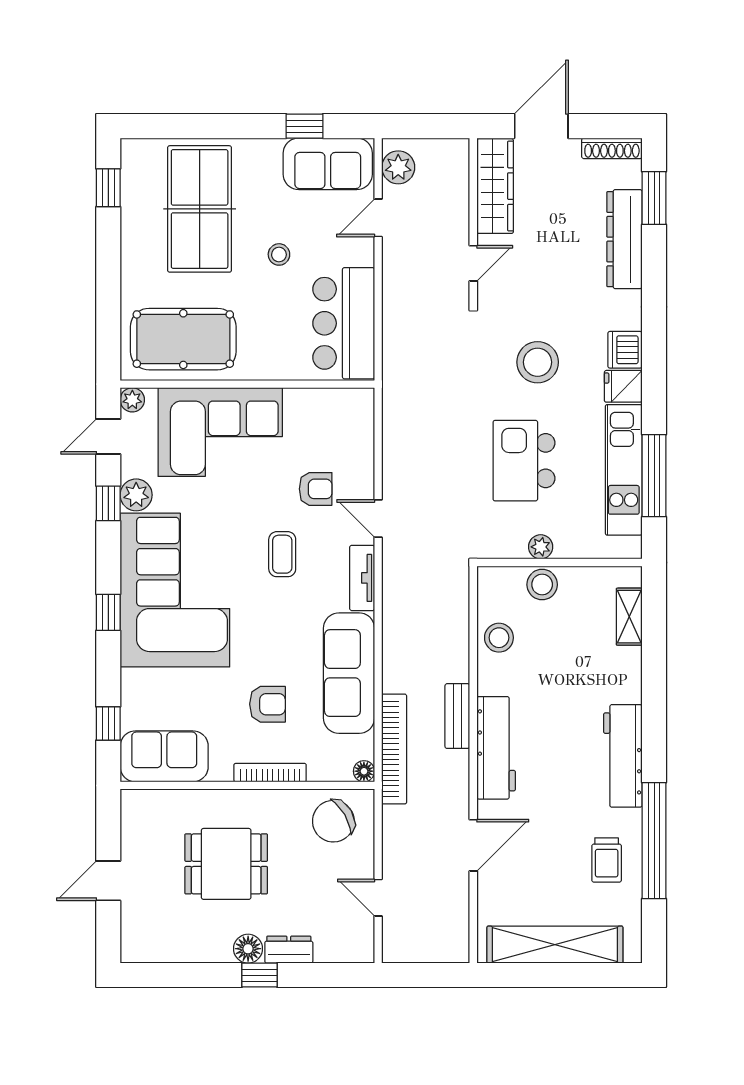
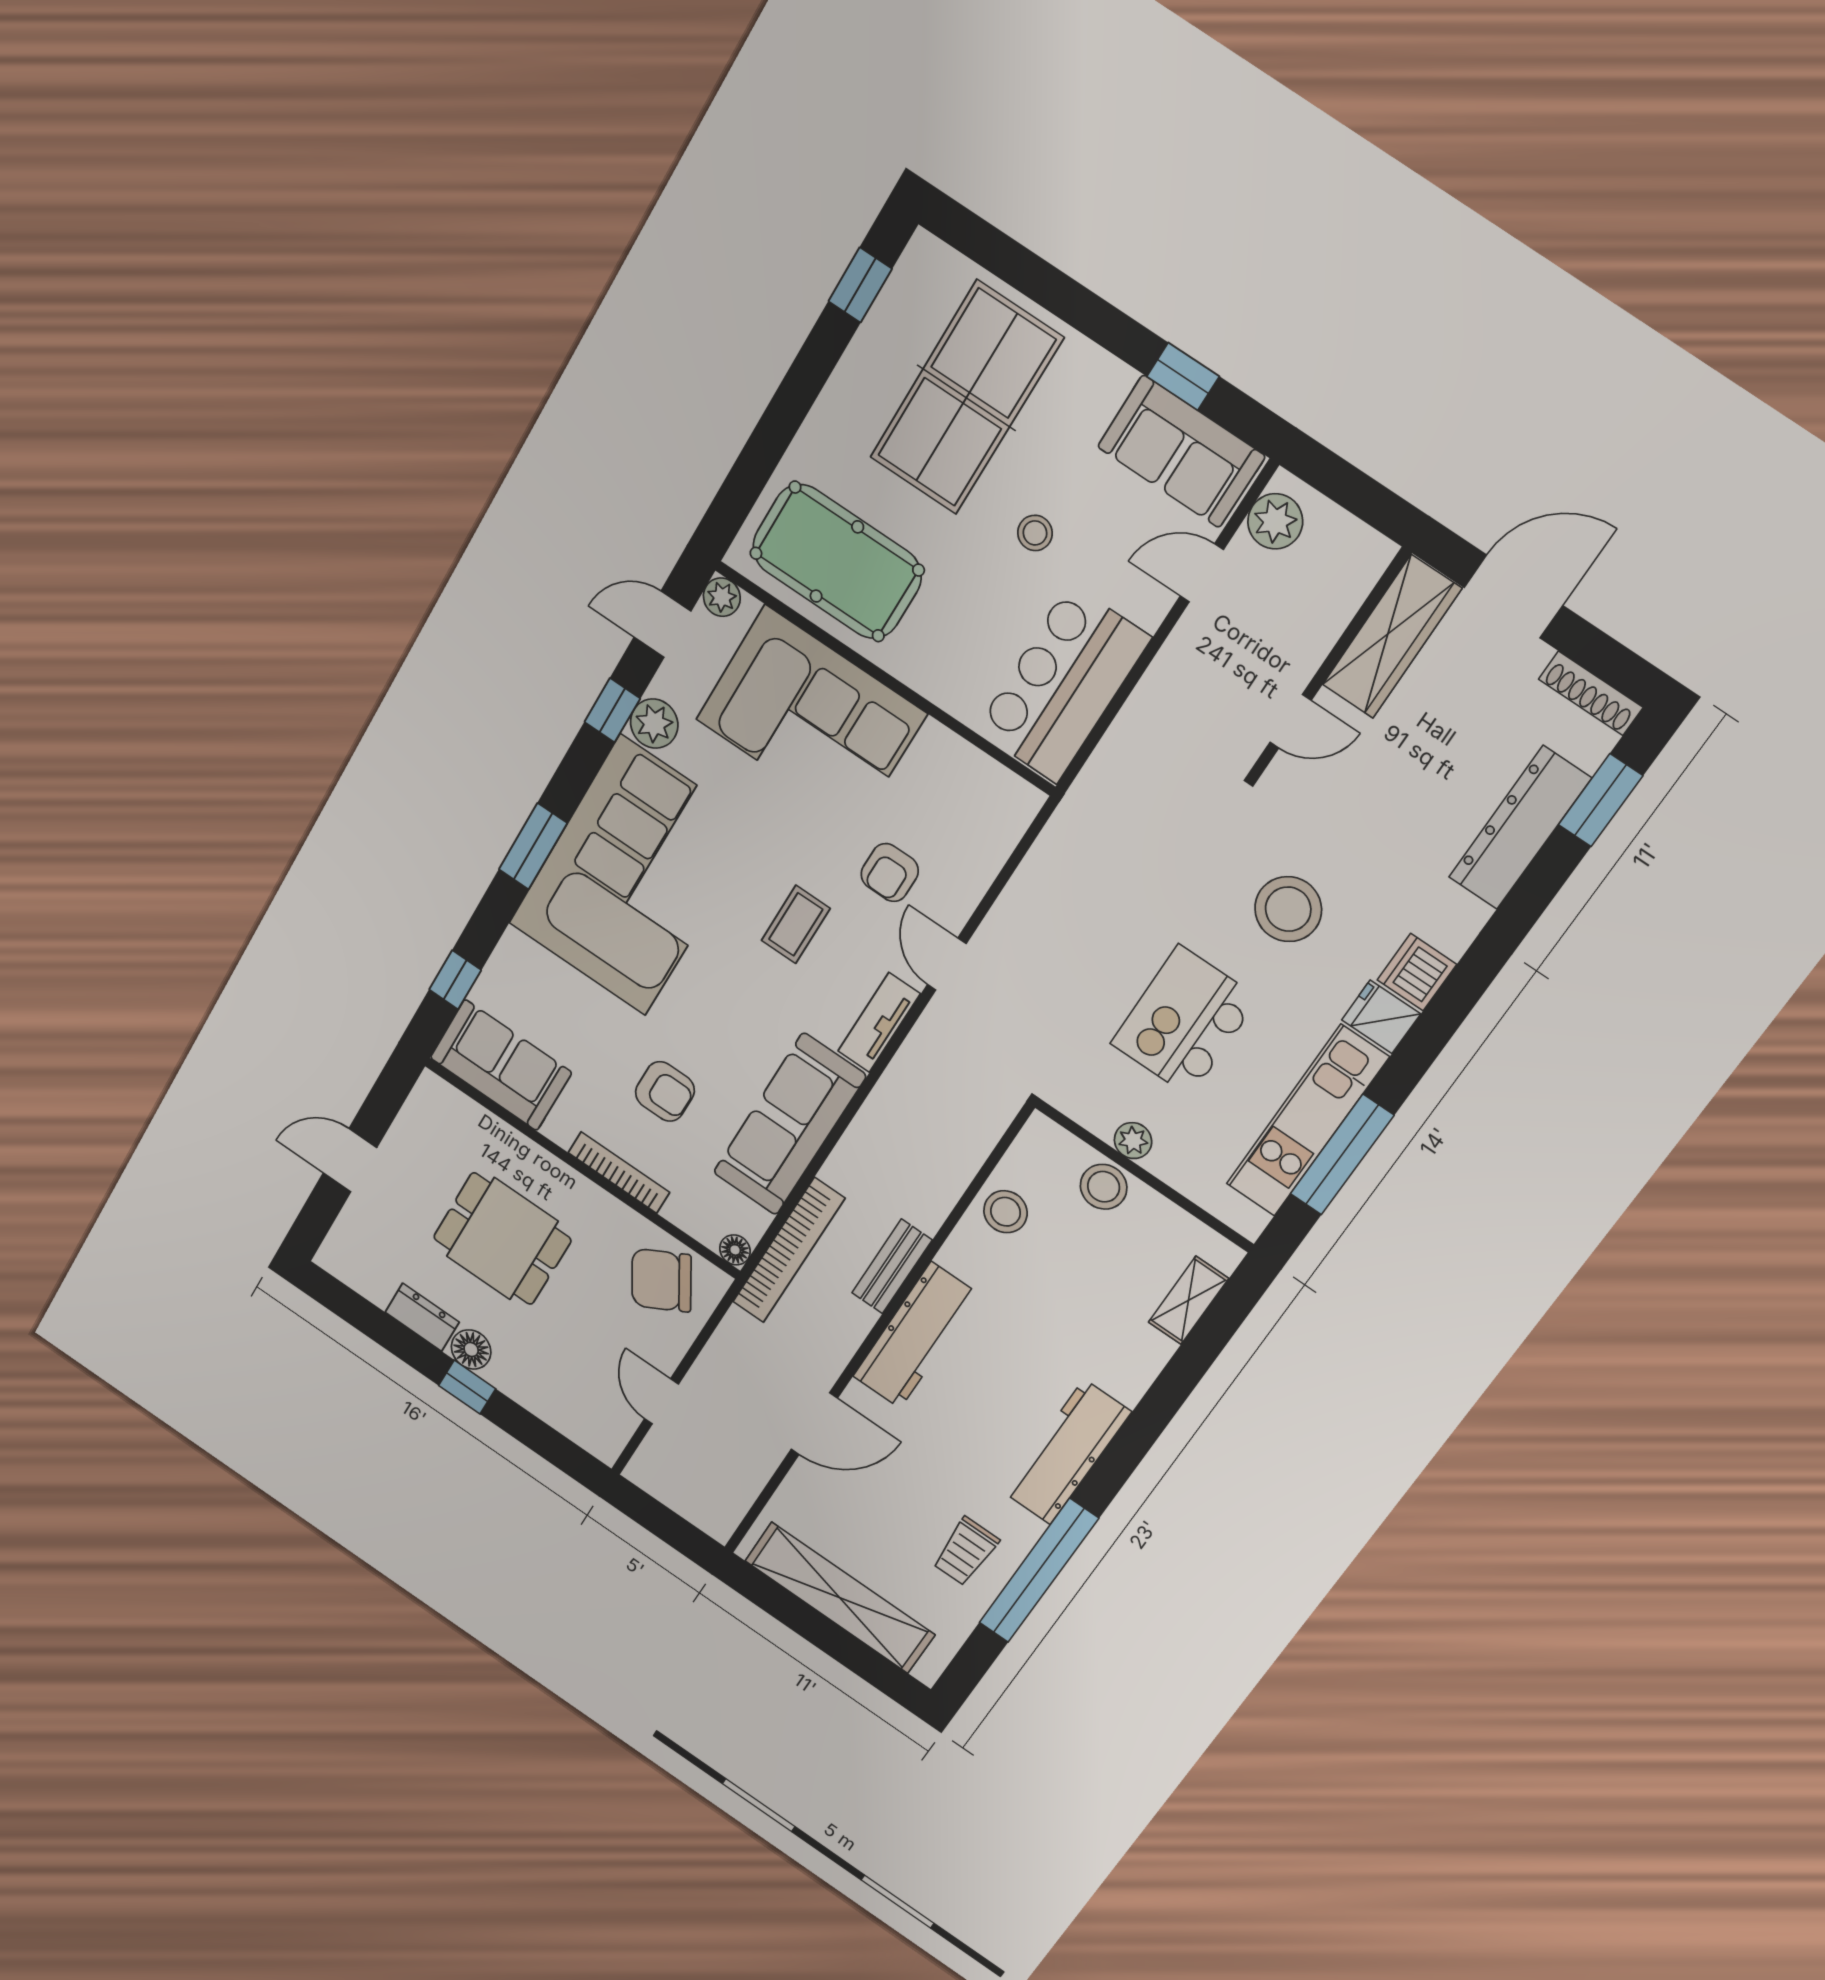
armchair: (316, 489) -> (890, 873), turned 90
window: (108, 612) -> (533, 846), width x1.50
dresser: (289, 950) -> (422, 1317), moved

